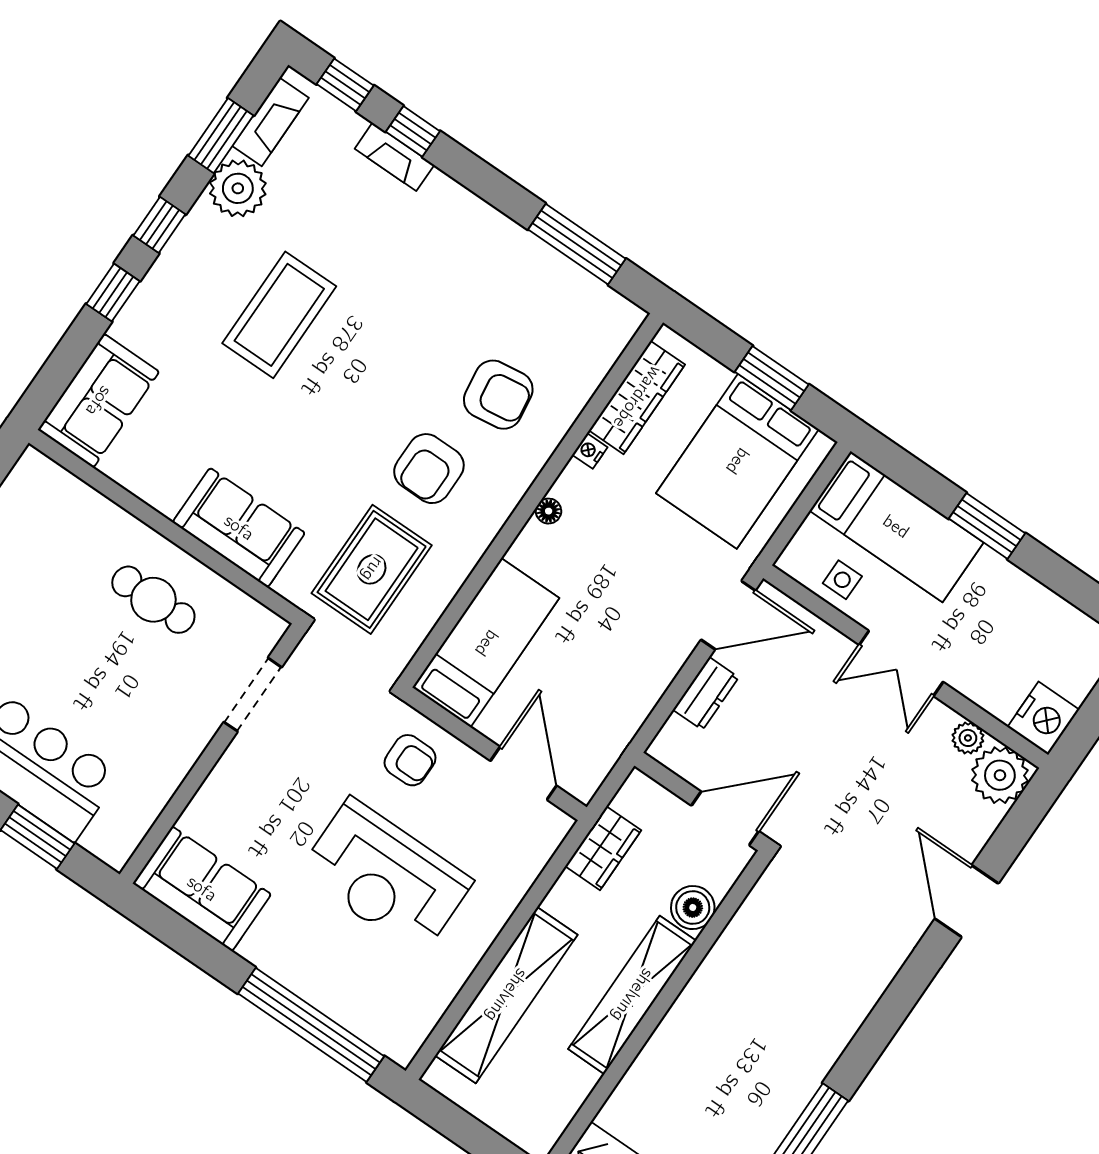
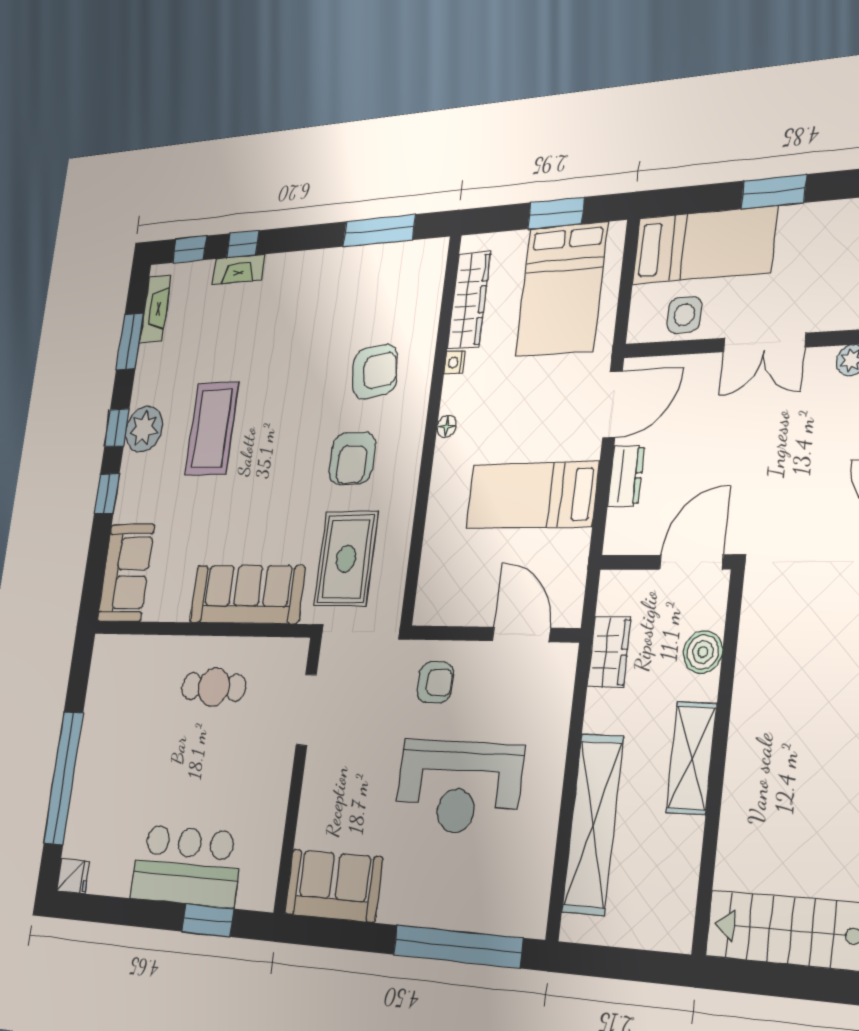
plant: (238, 188) -> (144, 429), moved
sofa: (239, 528) -> (247, 594), width x1.36
side table: (842, 580) -> (684, 315), width x1.37, depth x1.37
bed: (486, 643) -> (532, 495), moved, turned -90
shelving: (632, 995) -> (691, 758), width x0.68

